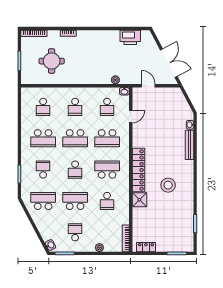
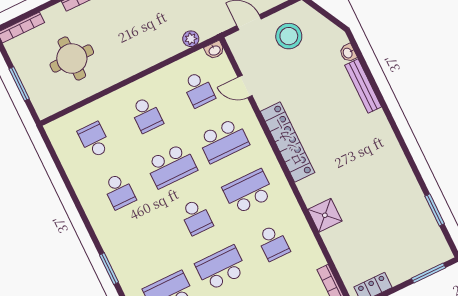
school desk: (43, 107) -> (94, 140), turned 180
door: (131, 117) -> (245, 86), swing flipped
school desk: (43, 138) -> (119, 191), width x0.54
school desk: (43, 170) -> (144, 242), removed
locker: (138, 170) -> (287, 142), moved
stool: (168, 185) -> (289, 36), moved

